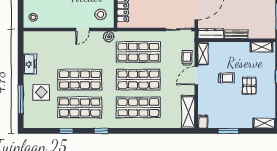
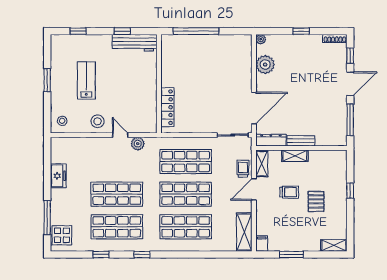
stool: (101, 14) -> (98, 121), moved
door: (83, 29) -> (120, 135), swing flipped
plant: (109, 37) -> (138, 144), moved
shelving: (262, 47) -> (295, 156), moved
display table: (41, 92) -> (62, 235), moved

